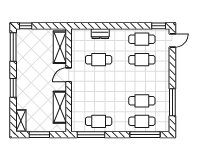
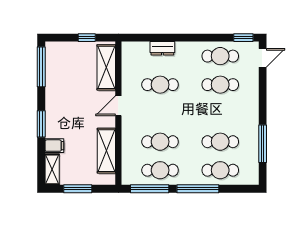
window: (26, 26) -> (87, 38), moved
cafe table: (99, 101) -> (160, 142), added
filing cabinet: (23, 104) -> (54, 146), added
window: (145, 135) -> (198, 189), moved

